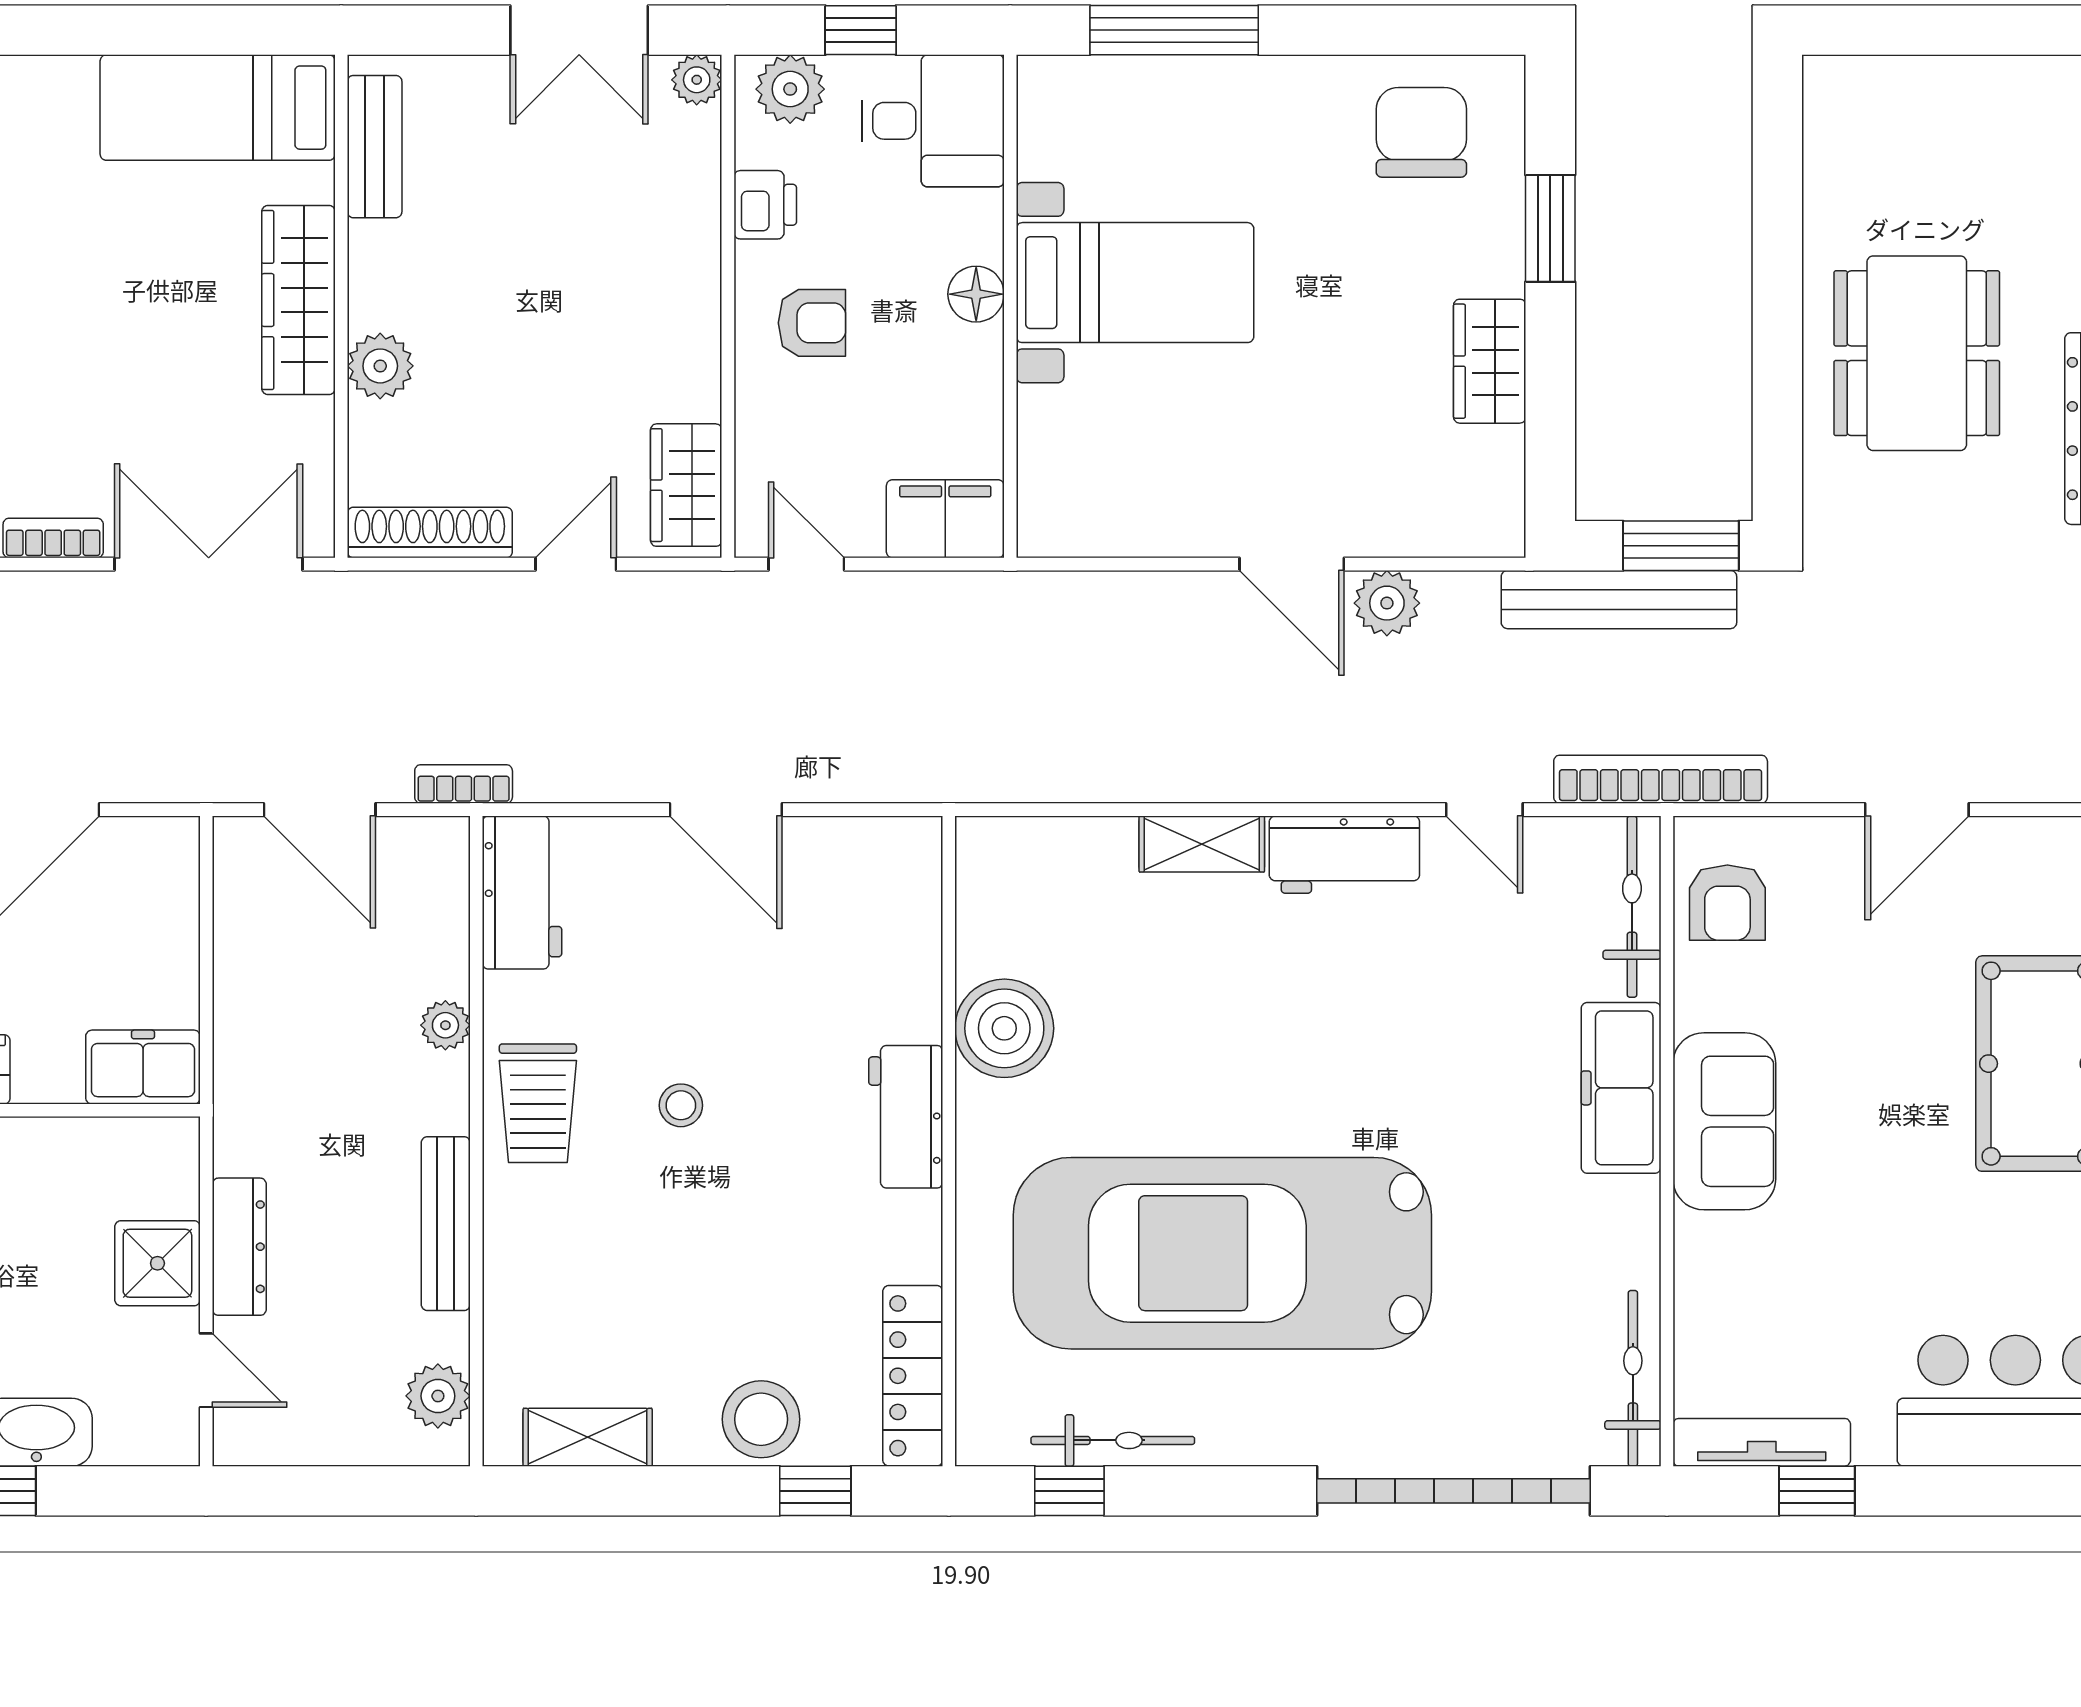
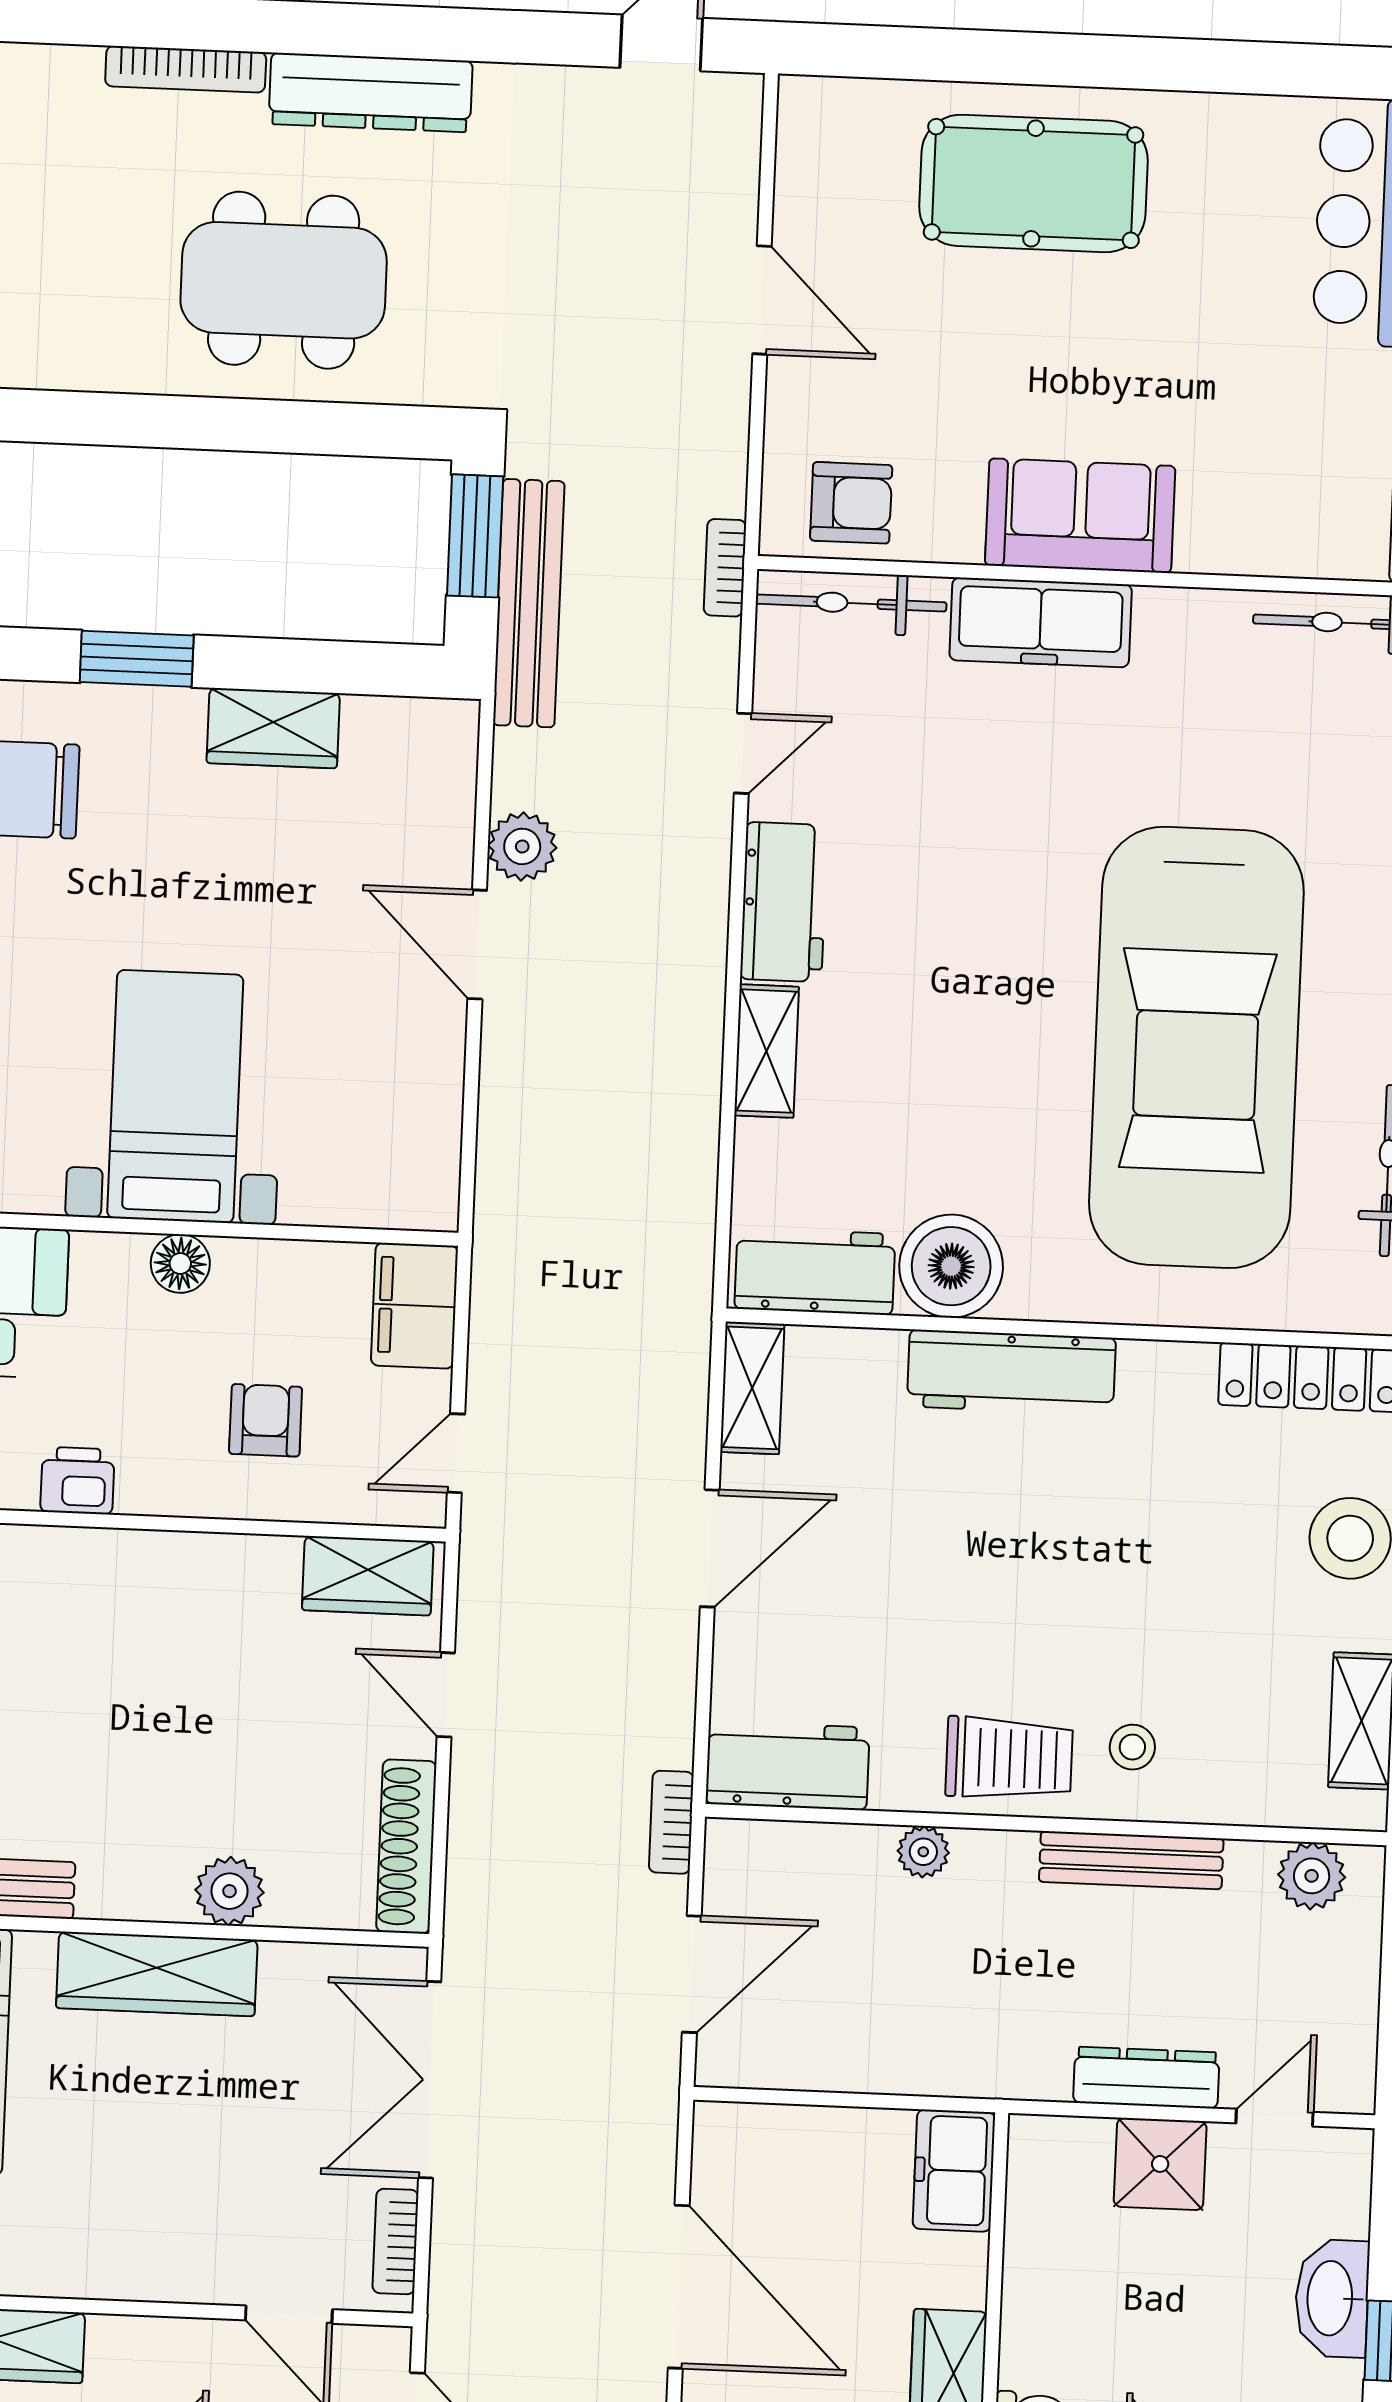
armchair: (812, 323) -> (266, 1420), moved
door: (1292, 564) -> (477, 945), swing flipped
bookcase: (1661, 779) -> (725, 568), width x0.43, depth x0.76
shelving: (880, 844) -> (752, 1388), added
workbench: (994, 899) -> (815, 1271), added
stool: (681, 1105) -> (1132, 1747), moved
workbench: (906, 1117) -> (1011, 1372), width x1.38

